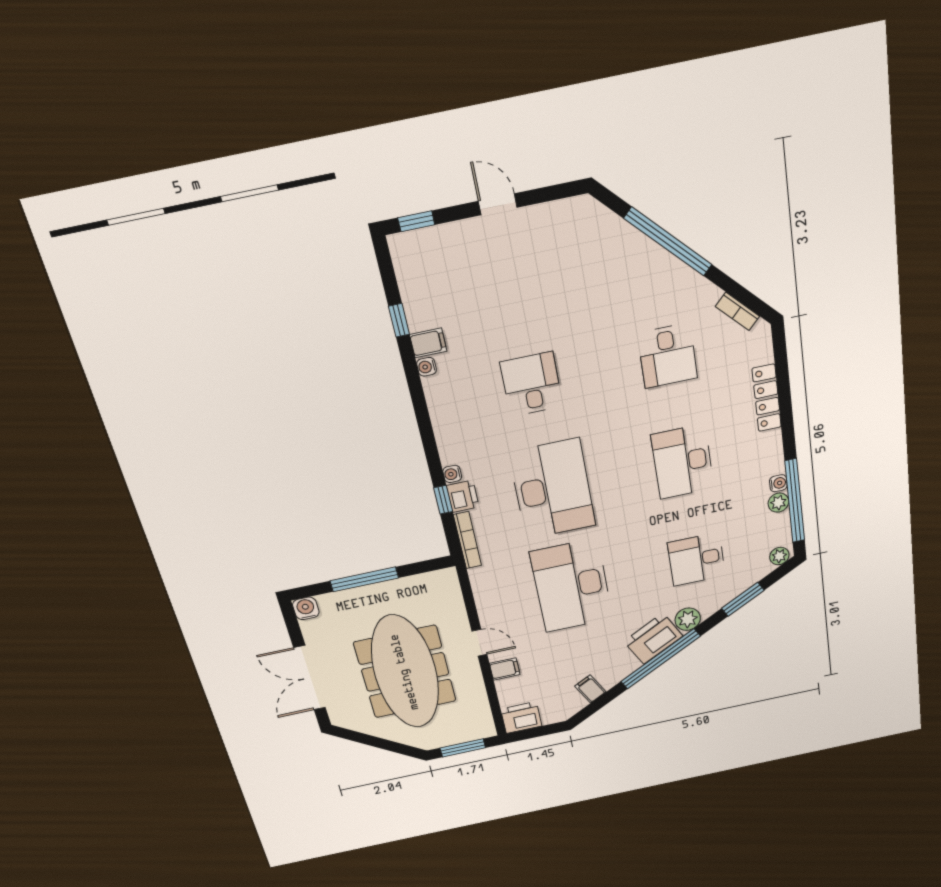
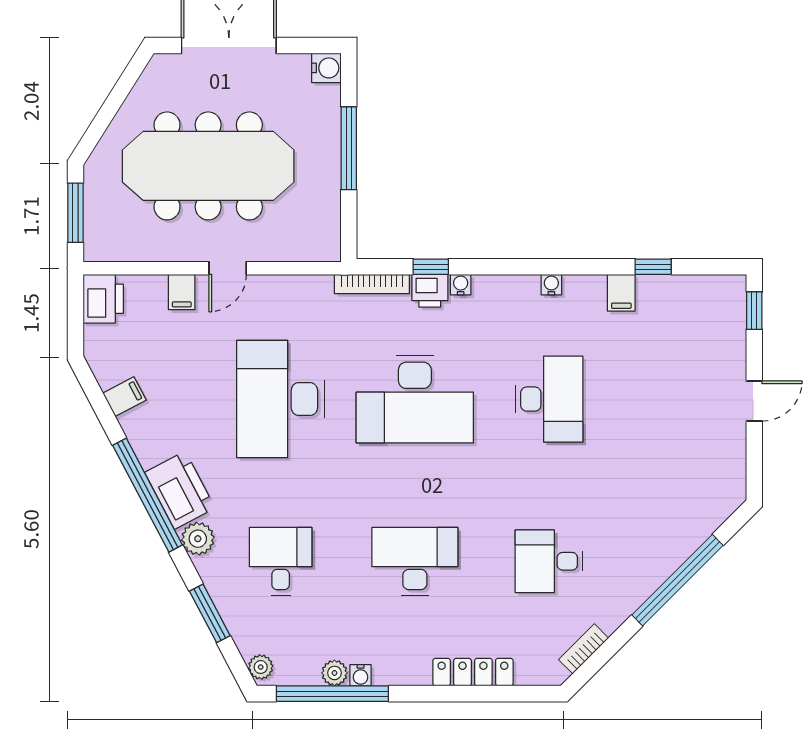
water cooler: (427, 367) -> (551, 285), moved
desk: (532, 384) -> (549, 399), width x1.37
desk: (572, 586) -> (281, 399), turned -90

